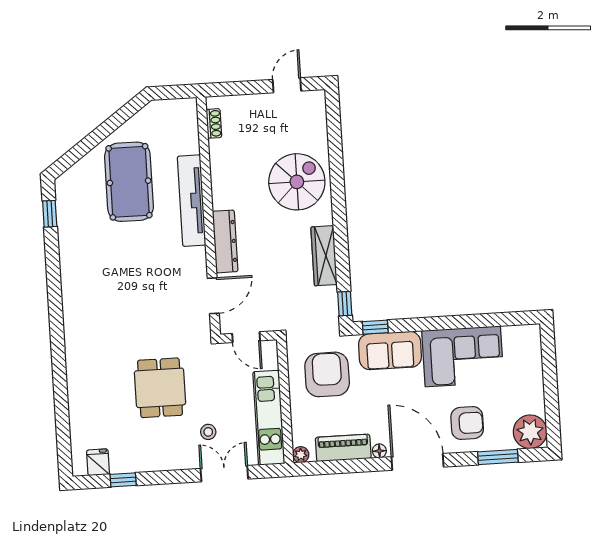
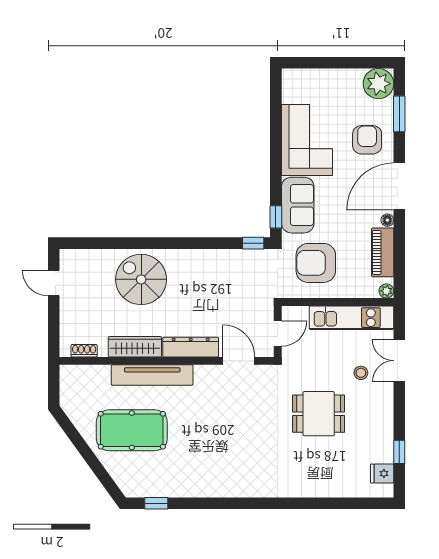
wardrobe: (324, 256) -> (135, 347), moved, turned 180

